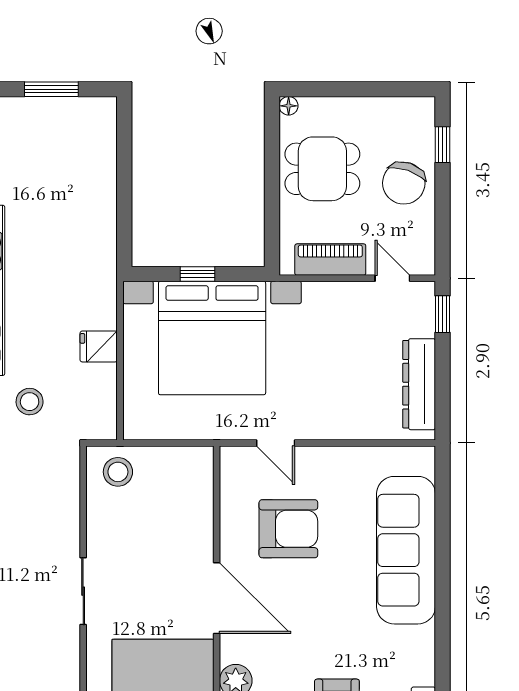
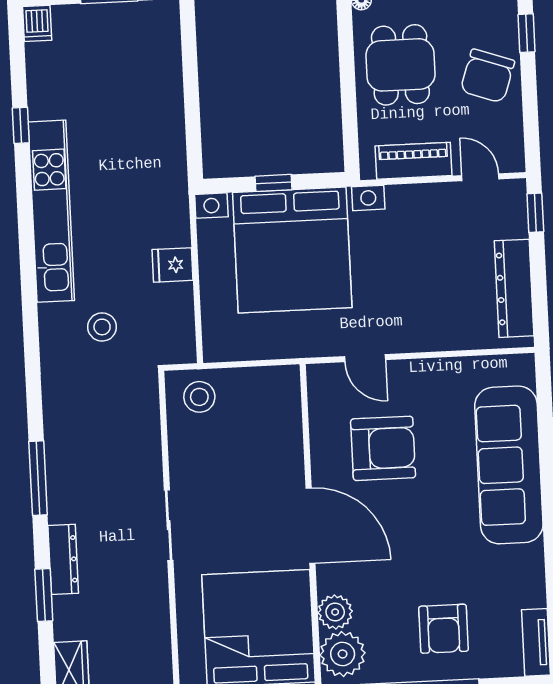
dining table: (322, 169) -> (400, 65), turned 90

